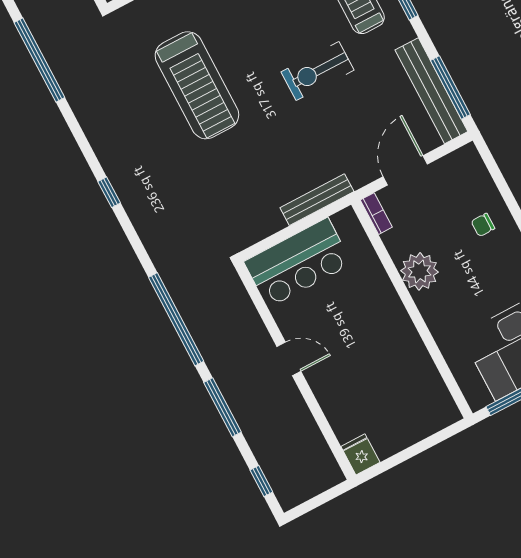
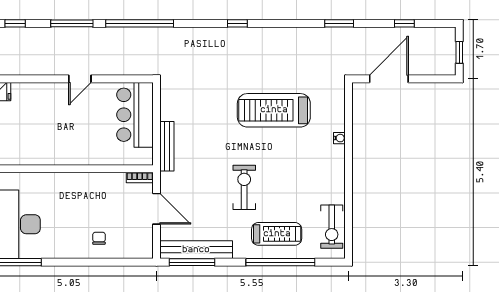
window: (39, 60) -> (339, 23), width x0.47
plant: (419, 271) -> (91, 185), removed

